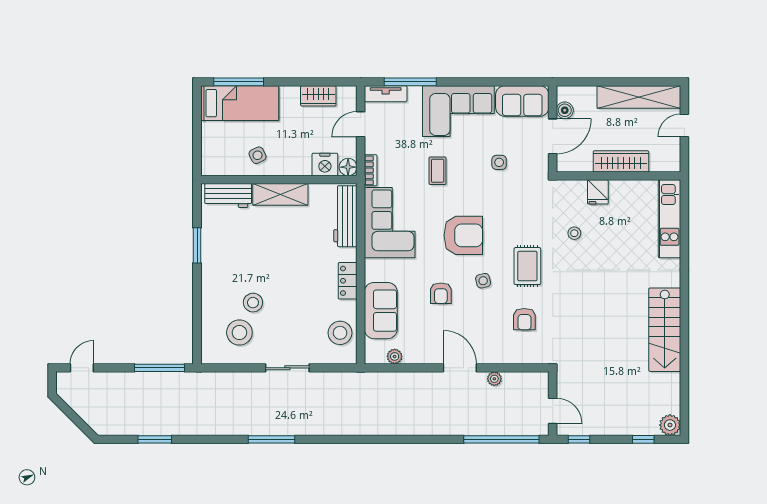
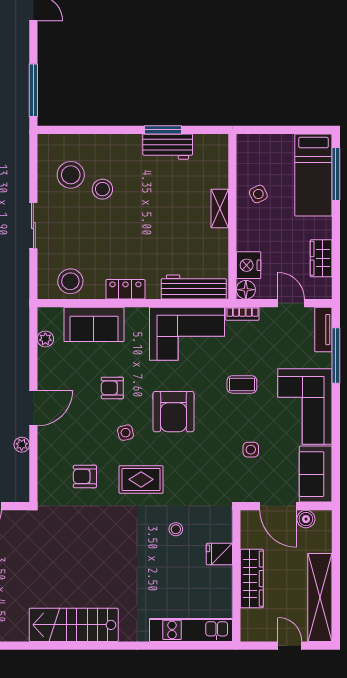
shelving: (280, 194) -> (220, 208), width x0.67, depth x0.75
workbench: (228, 196) -> (168, 147), moved, turned -90

